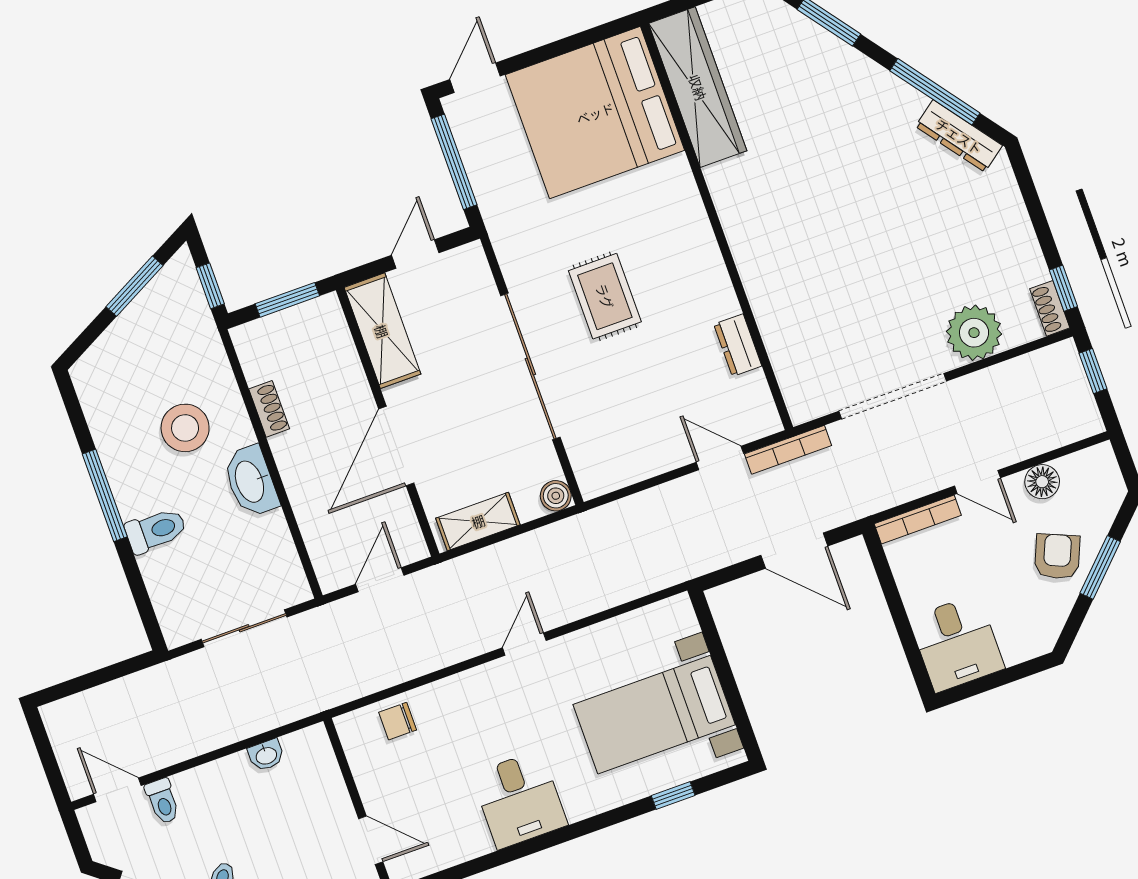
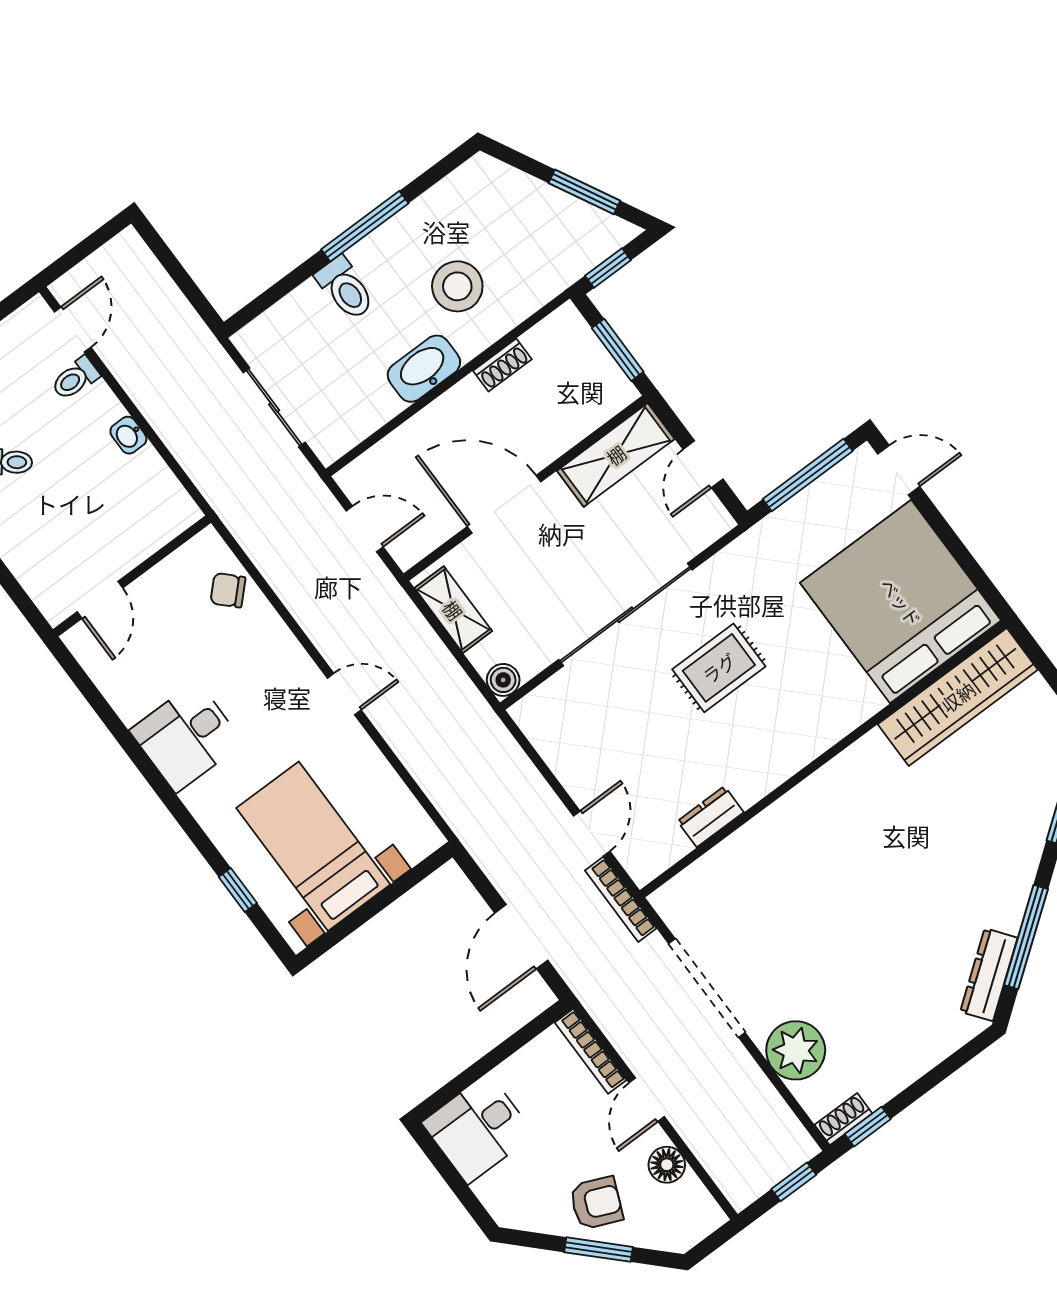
door: (415, 254) -> (703, 464), swing flipped
chair: (398, 721) -> (228, 590), turned -45
washbasin: (266, 755) -> (128, 435), moved

